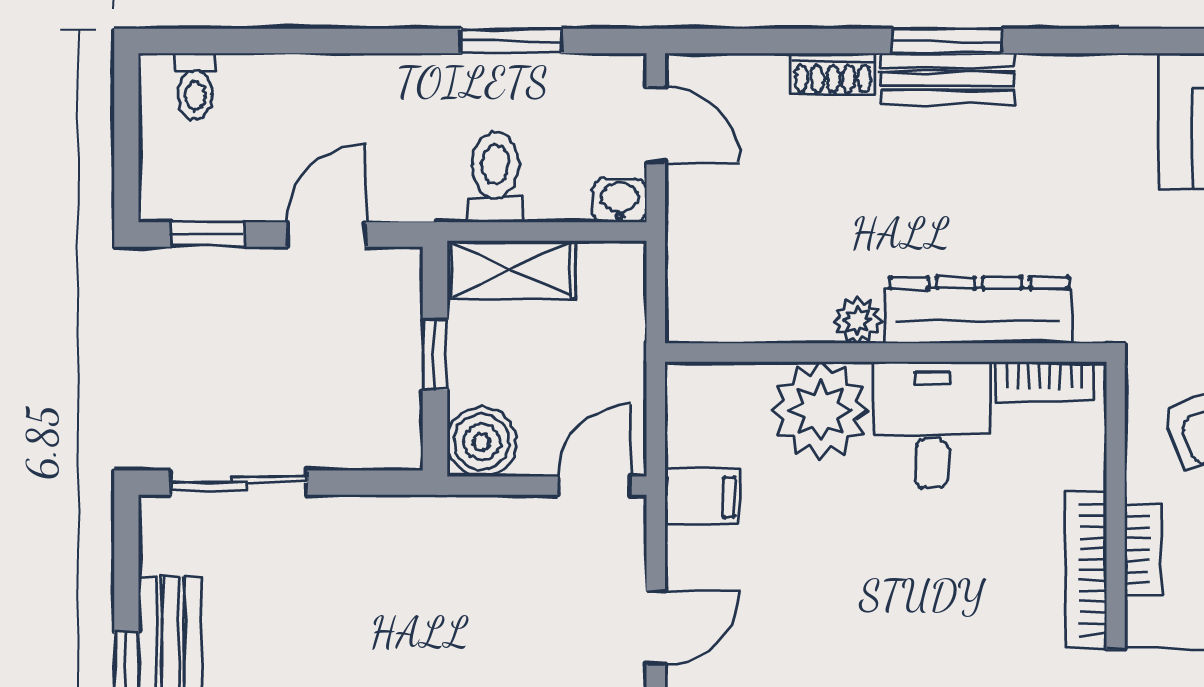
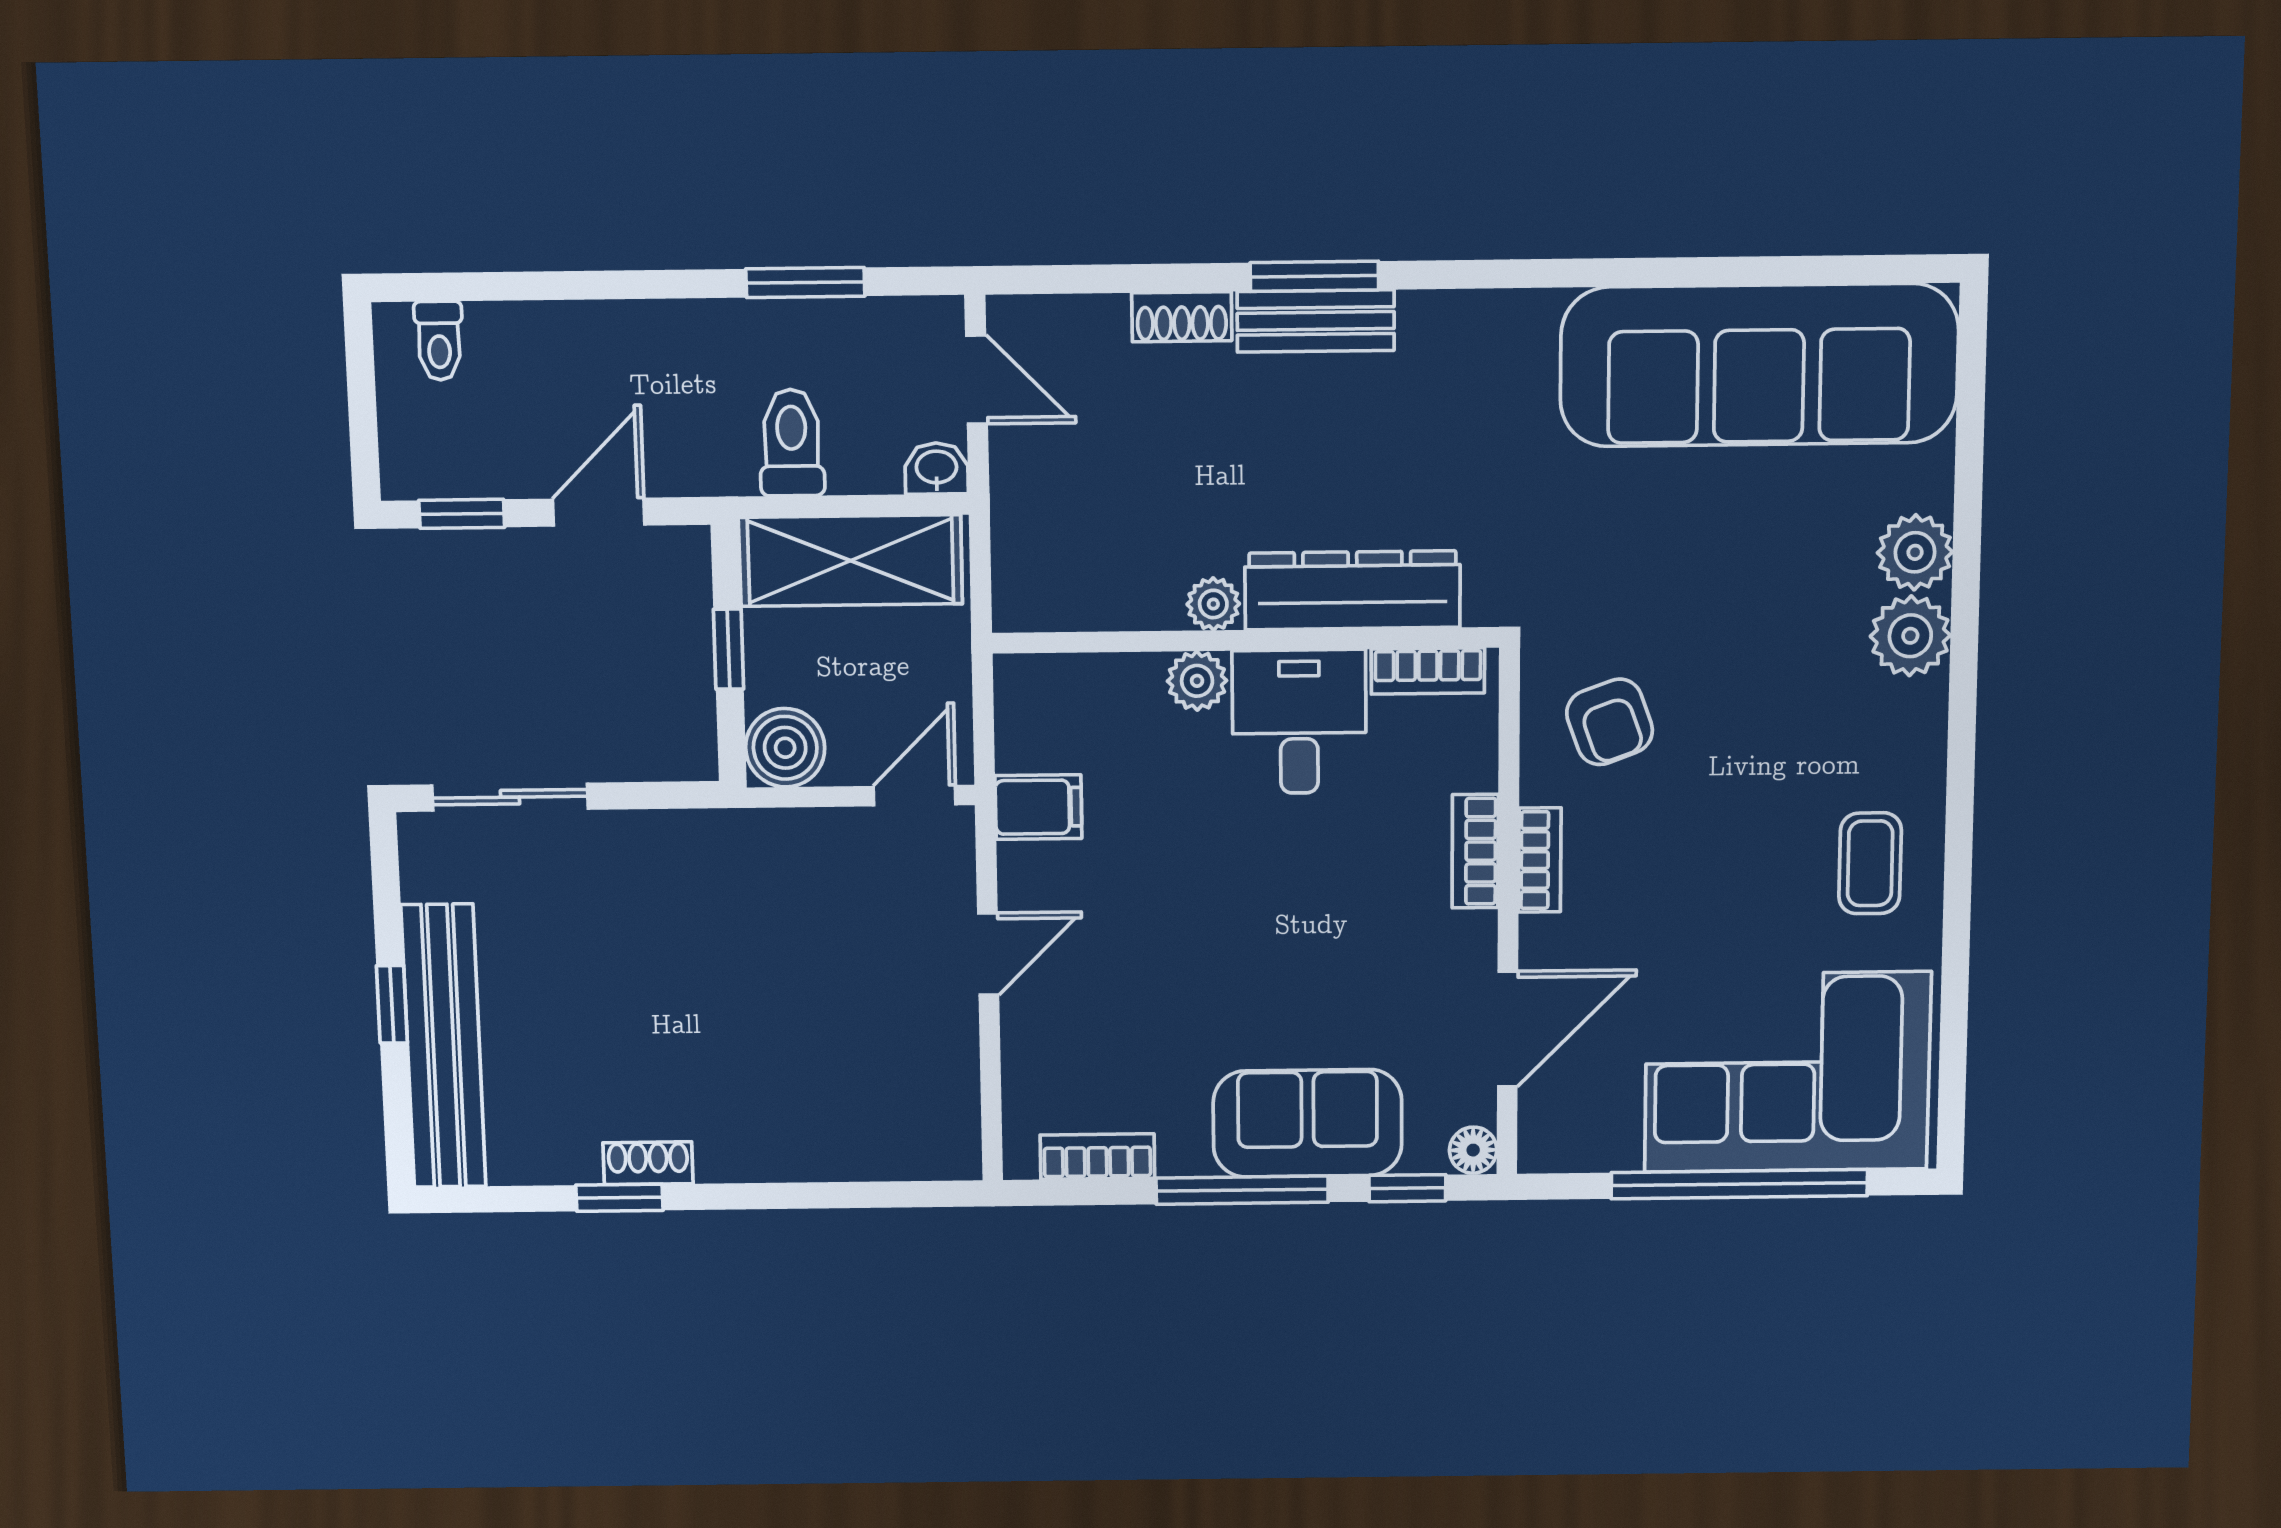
shelving: (511, 269) -> (851, 561), width x1.50, depth x1.33
plant: (820, 410) -> (1197, 681), width x0.53, depth x0.53
bookcase: (1086, 569) -> (1475, 851), width x0.64

